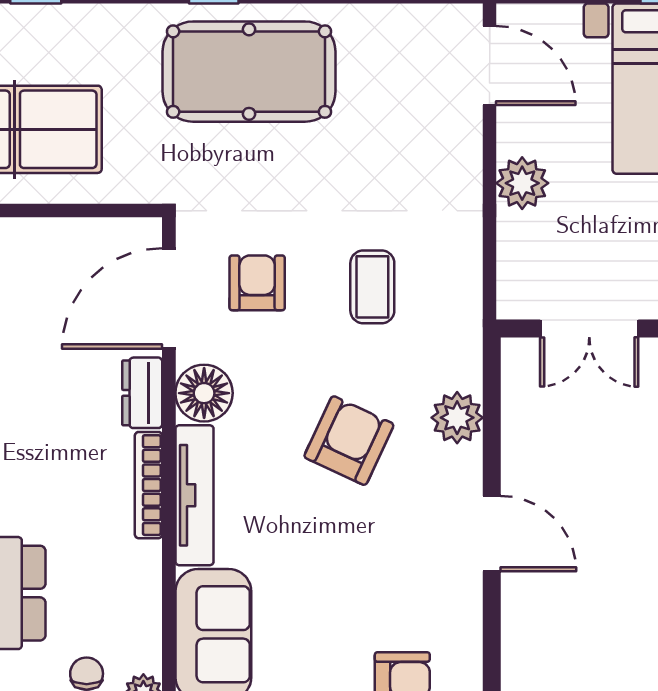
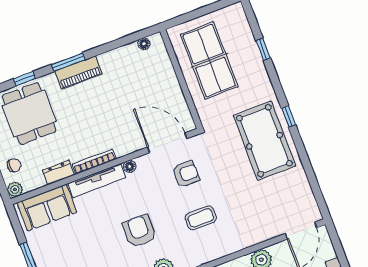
dresser: (142, 393) -> (58, 173), moved
floor lamp: (204, 393) -> (130, 166), width x0.53, depth x0.53
armchair: (349, 441) -> (139, 231), turned -115

